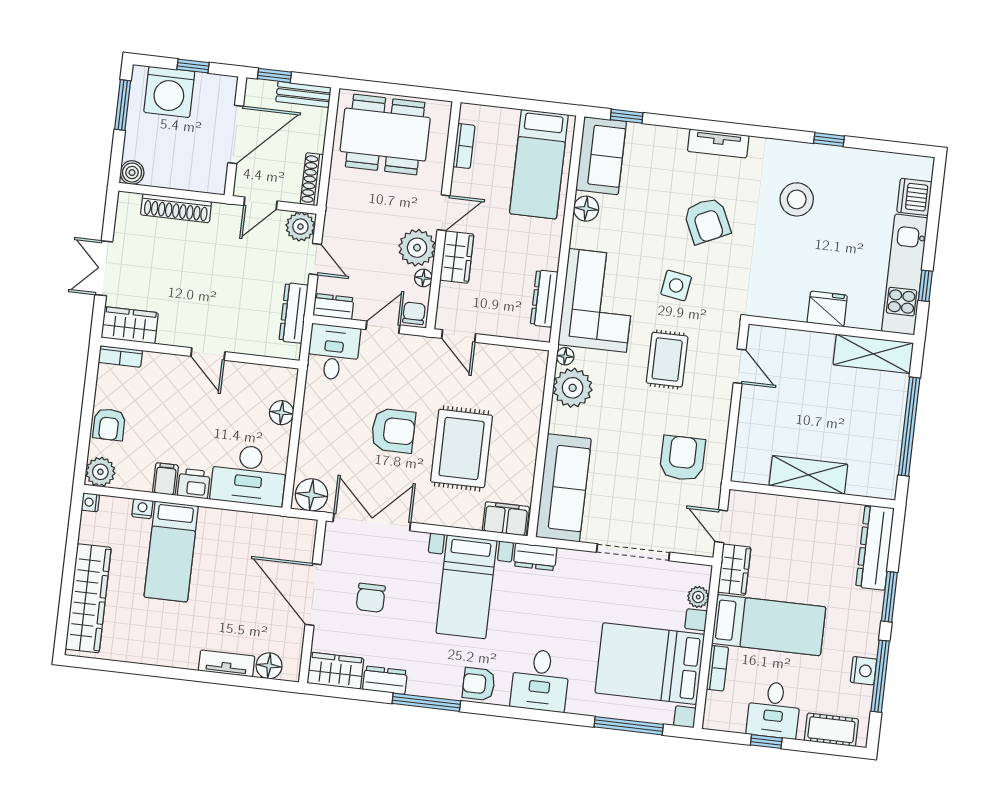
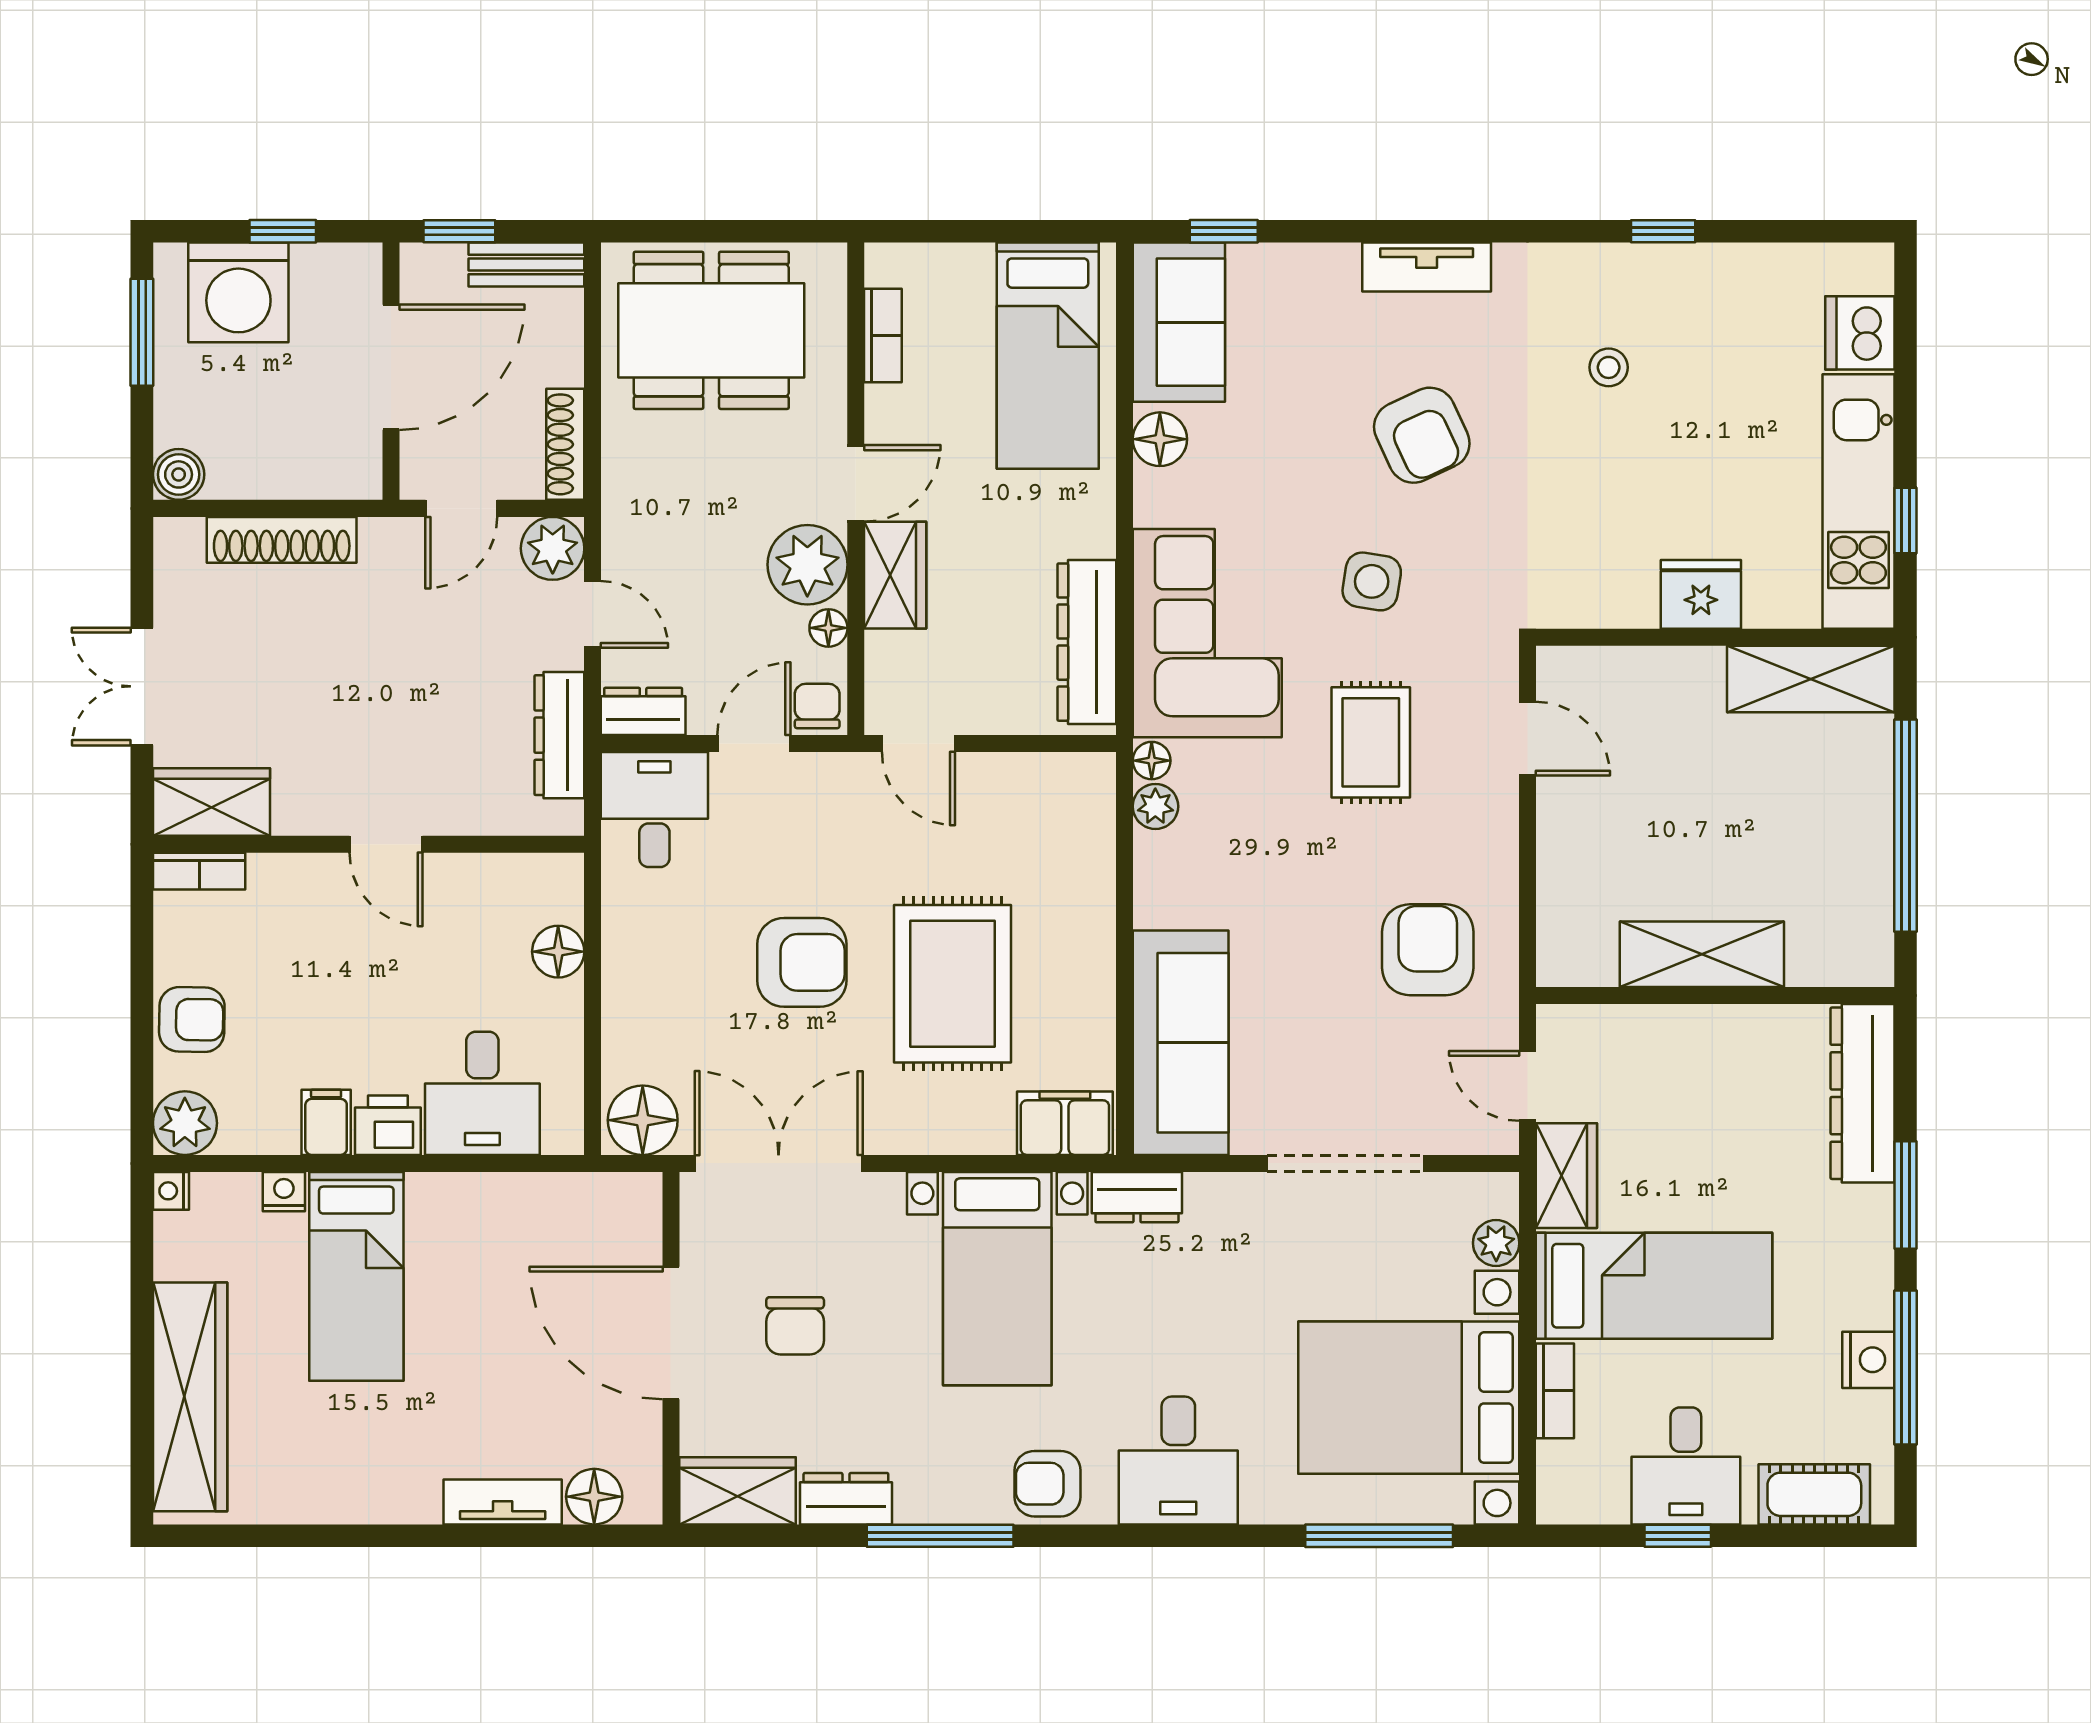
stool: (797, 199) -> (1609, 367), width x0.53, depth x0.53
dresser: (544, 299) -> (1087, 642), width x1.37, depth x1.24
plant: (573, 388) -> (1155, 806), width x0.53, depth x0.53
armchair: (109, 424) -> (192, 1020), turned -89
desk: (249, 475) -> (482, 1093), width x0.73

